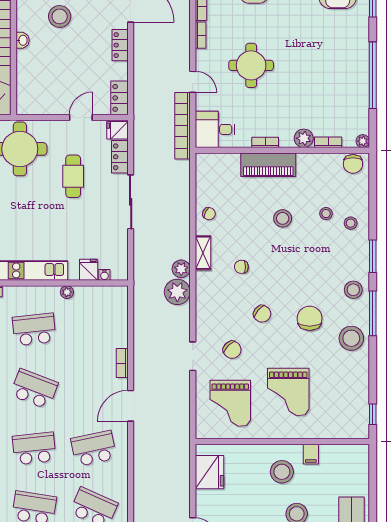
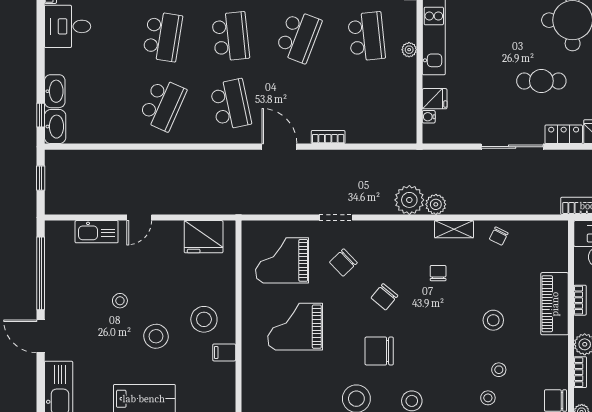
plant: (67, 292) -> (409, 50), moved
chair: (310, 318) -> (379, 351), turned 180

